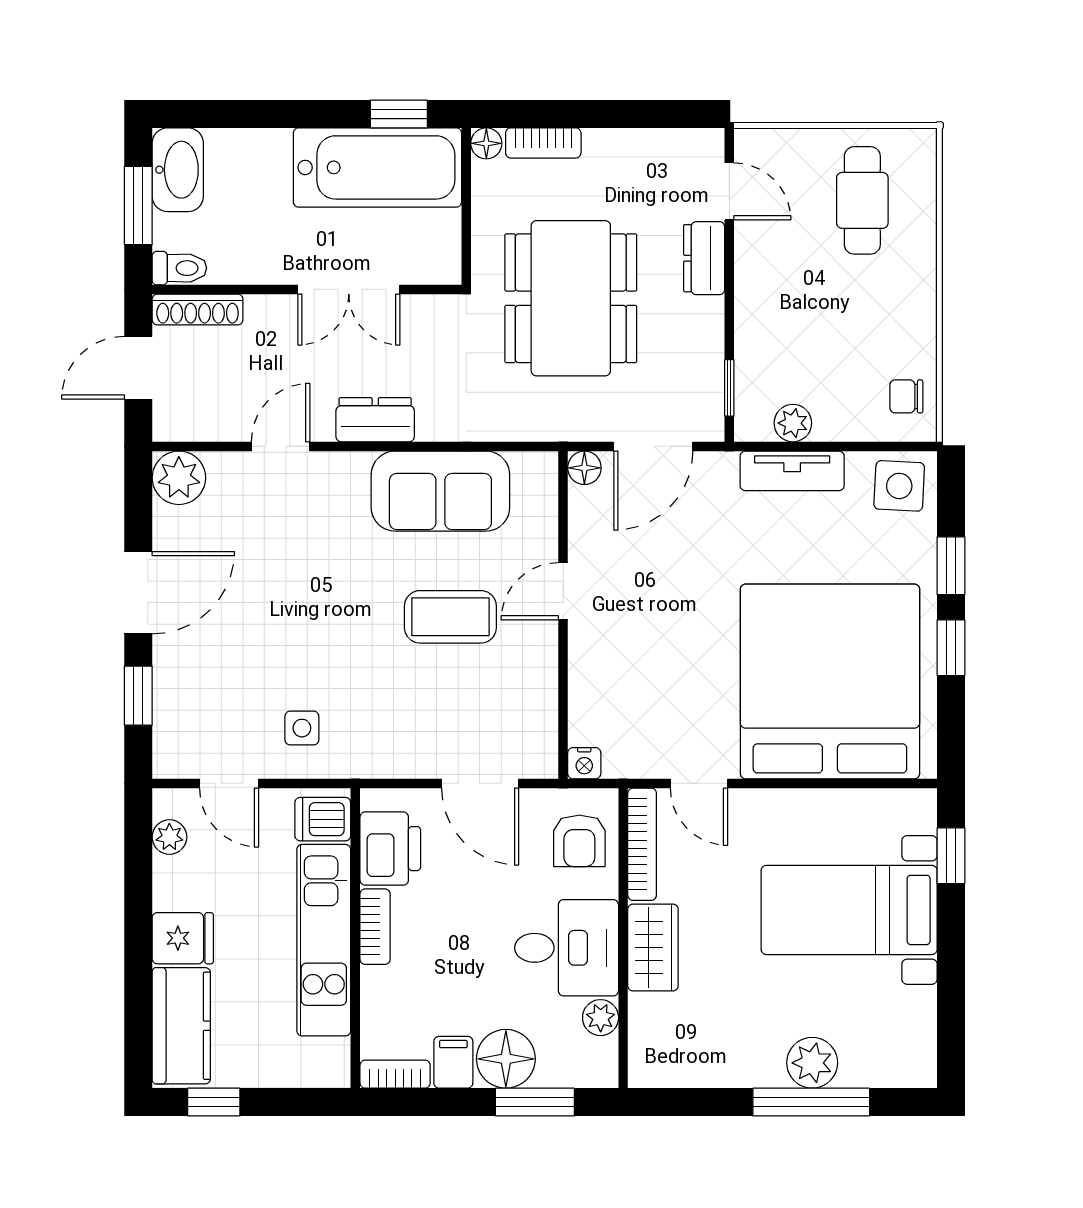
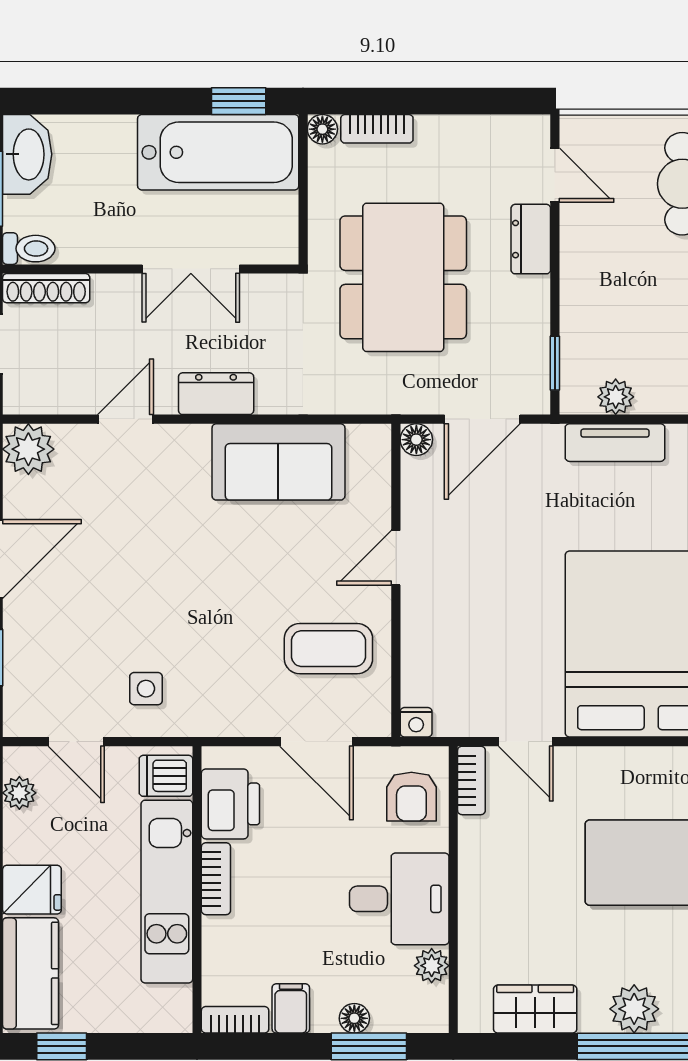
coffee table: (450, 617) -> (328, 649), moved
bookcase: (642, 844) -> (471, 780), width x0.64
wardrobe: (653, 947) -> (535, 1009), moved, turned -90
floor lamp: (506, 1059) -> (354, 1018), width x0.53, depth x0.53

